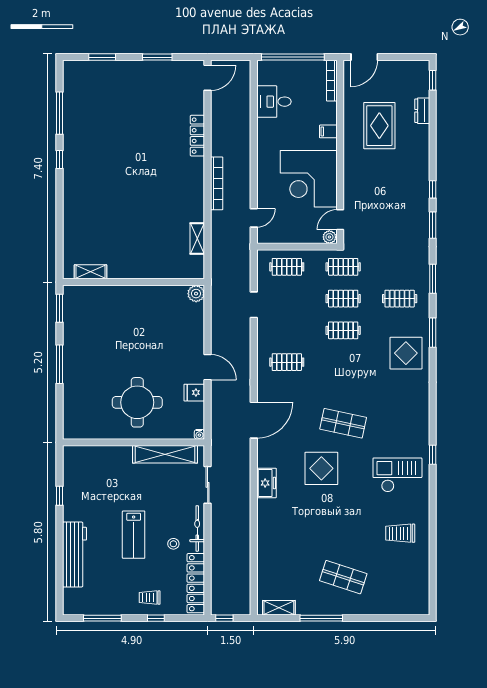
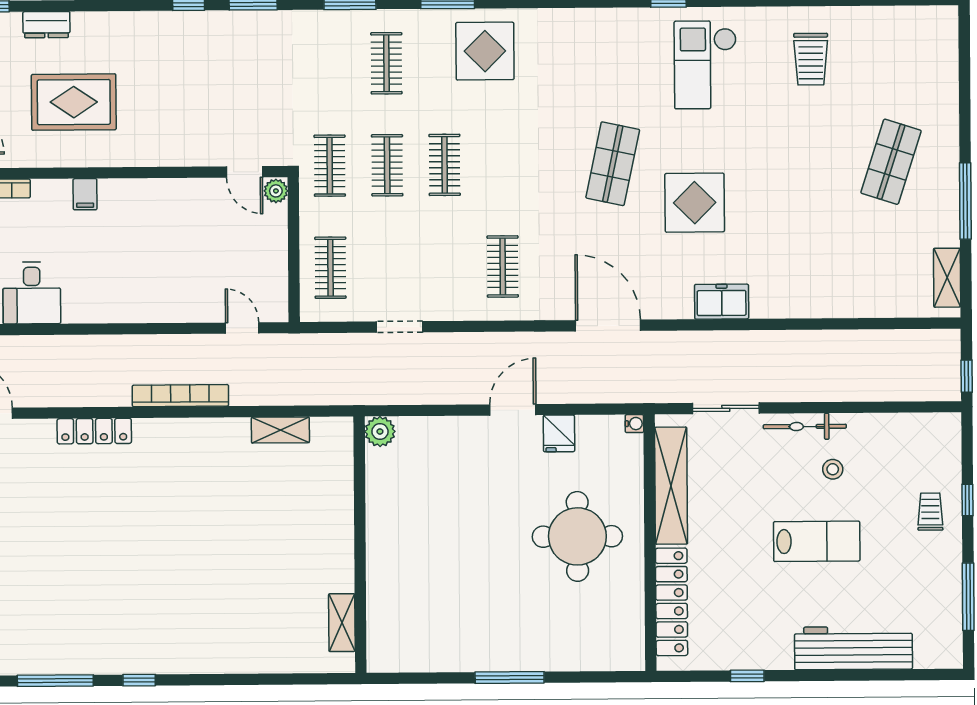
corner desk: (309, 179) -> (171, 229), removed
window: (60, 308) -> (408, 678), removed
locker: (196, 583) -> (672, 602), moved, turned -90
trolley: (150, 598) -> (930, 512), turned 180

